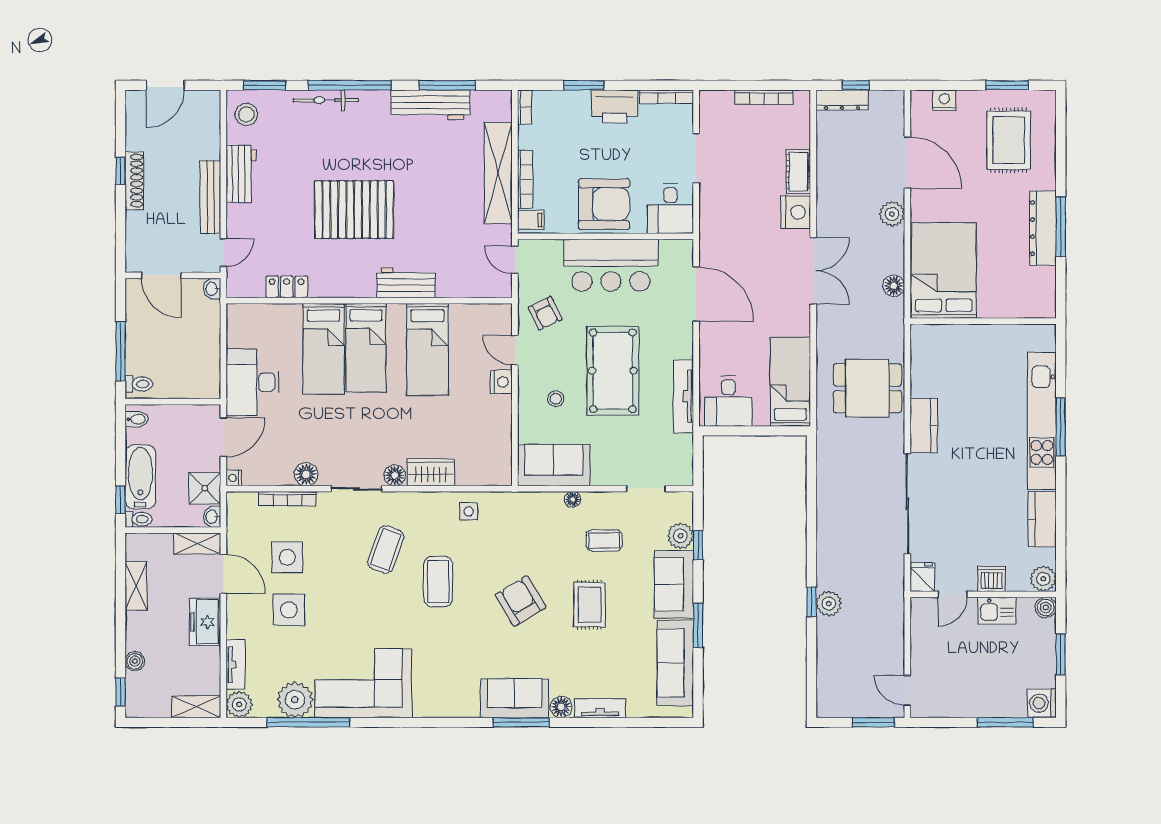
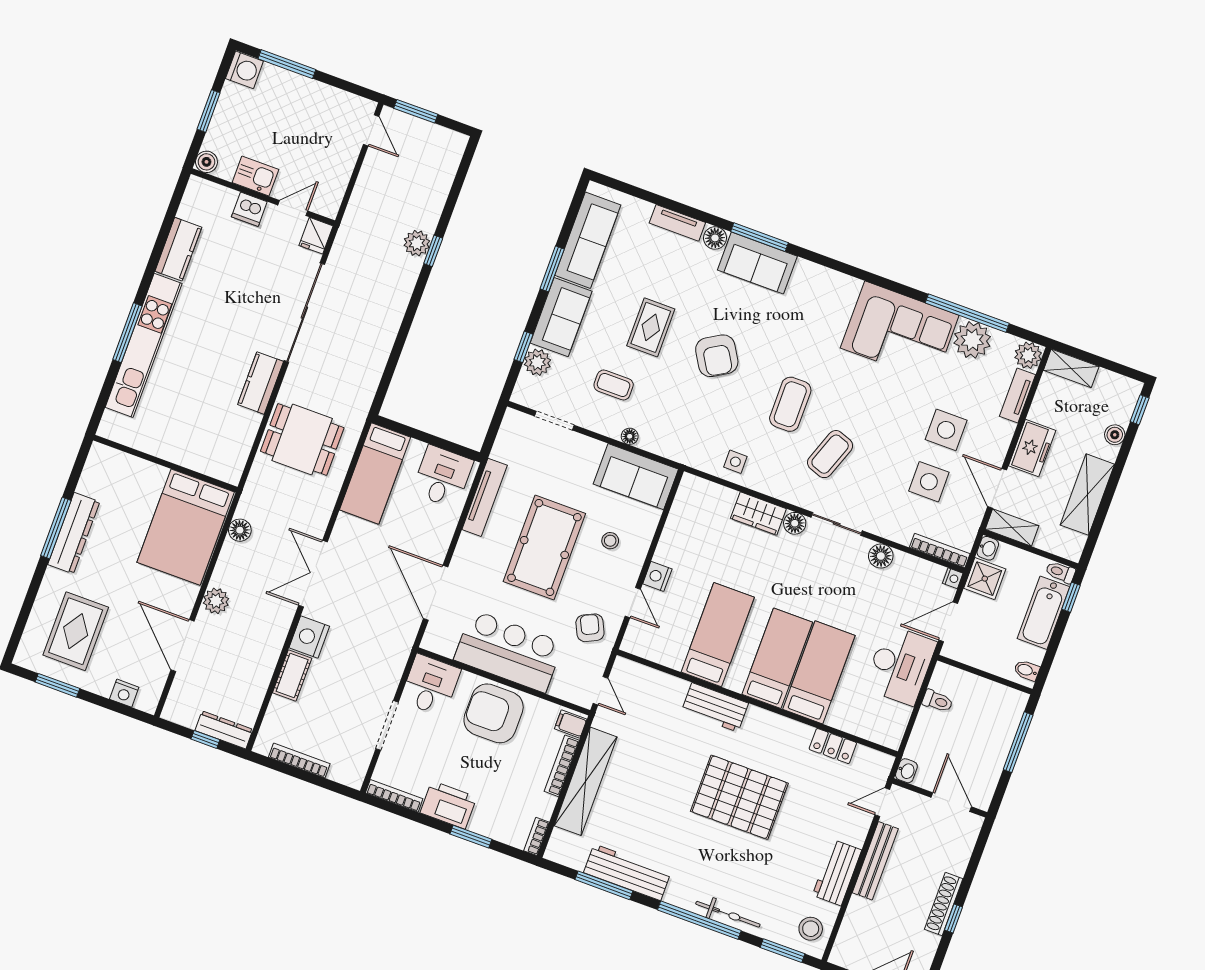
toilet: (139, 384) -> (937, 701), moved, turned 180
bookcase: (288, 499) -> (940, 551), moved
plant: (1043, 579) -> (199, 191), removed
shelving: (136, 586) -> (1087, 495), width x1.50, depth x1.33

